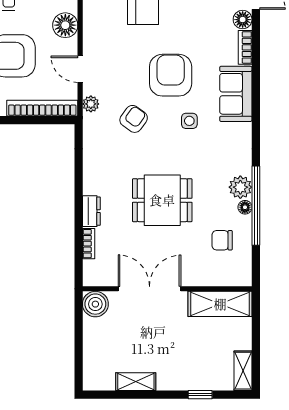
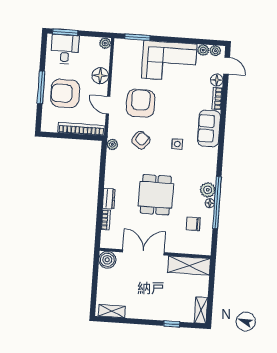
armchair: (171, 75) -> (141, 103), moved
plant: (91, 104) -> (112, 144), moved
dining table: (162, 200) -> (156, 195), turned 90
shelving: (136, 382) -> (112, 311), moved

